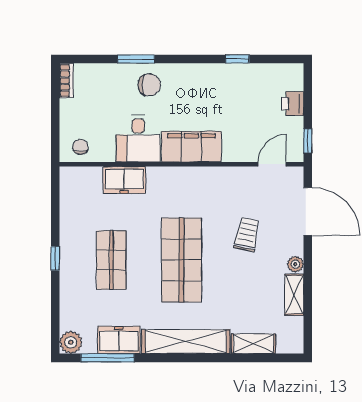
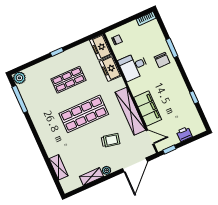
filing cabinet: (191, 147) -> (148, 108), moved
freezer: (119, 340) -> (101, 47), moved, turned 180
shelving: (186, 342) -> (130, 111), moved

